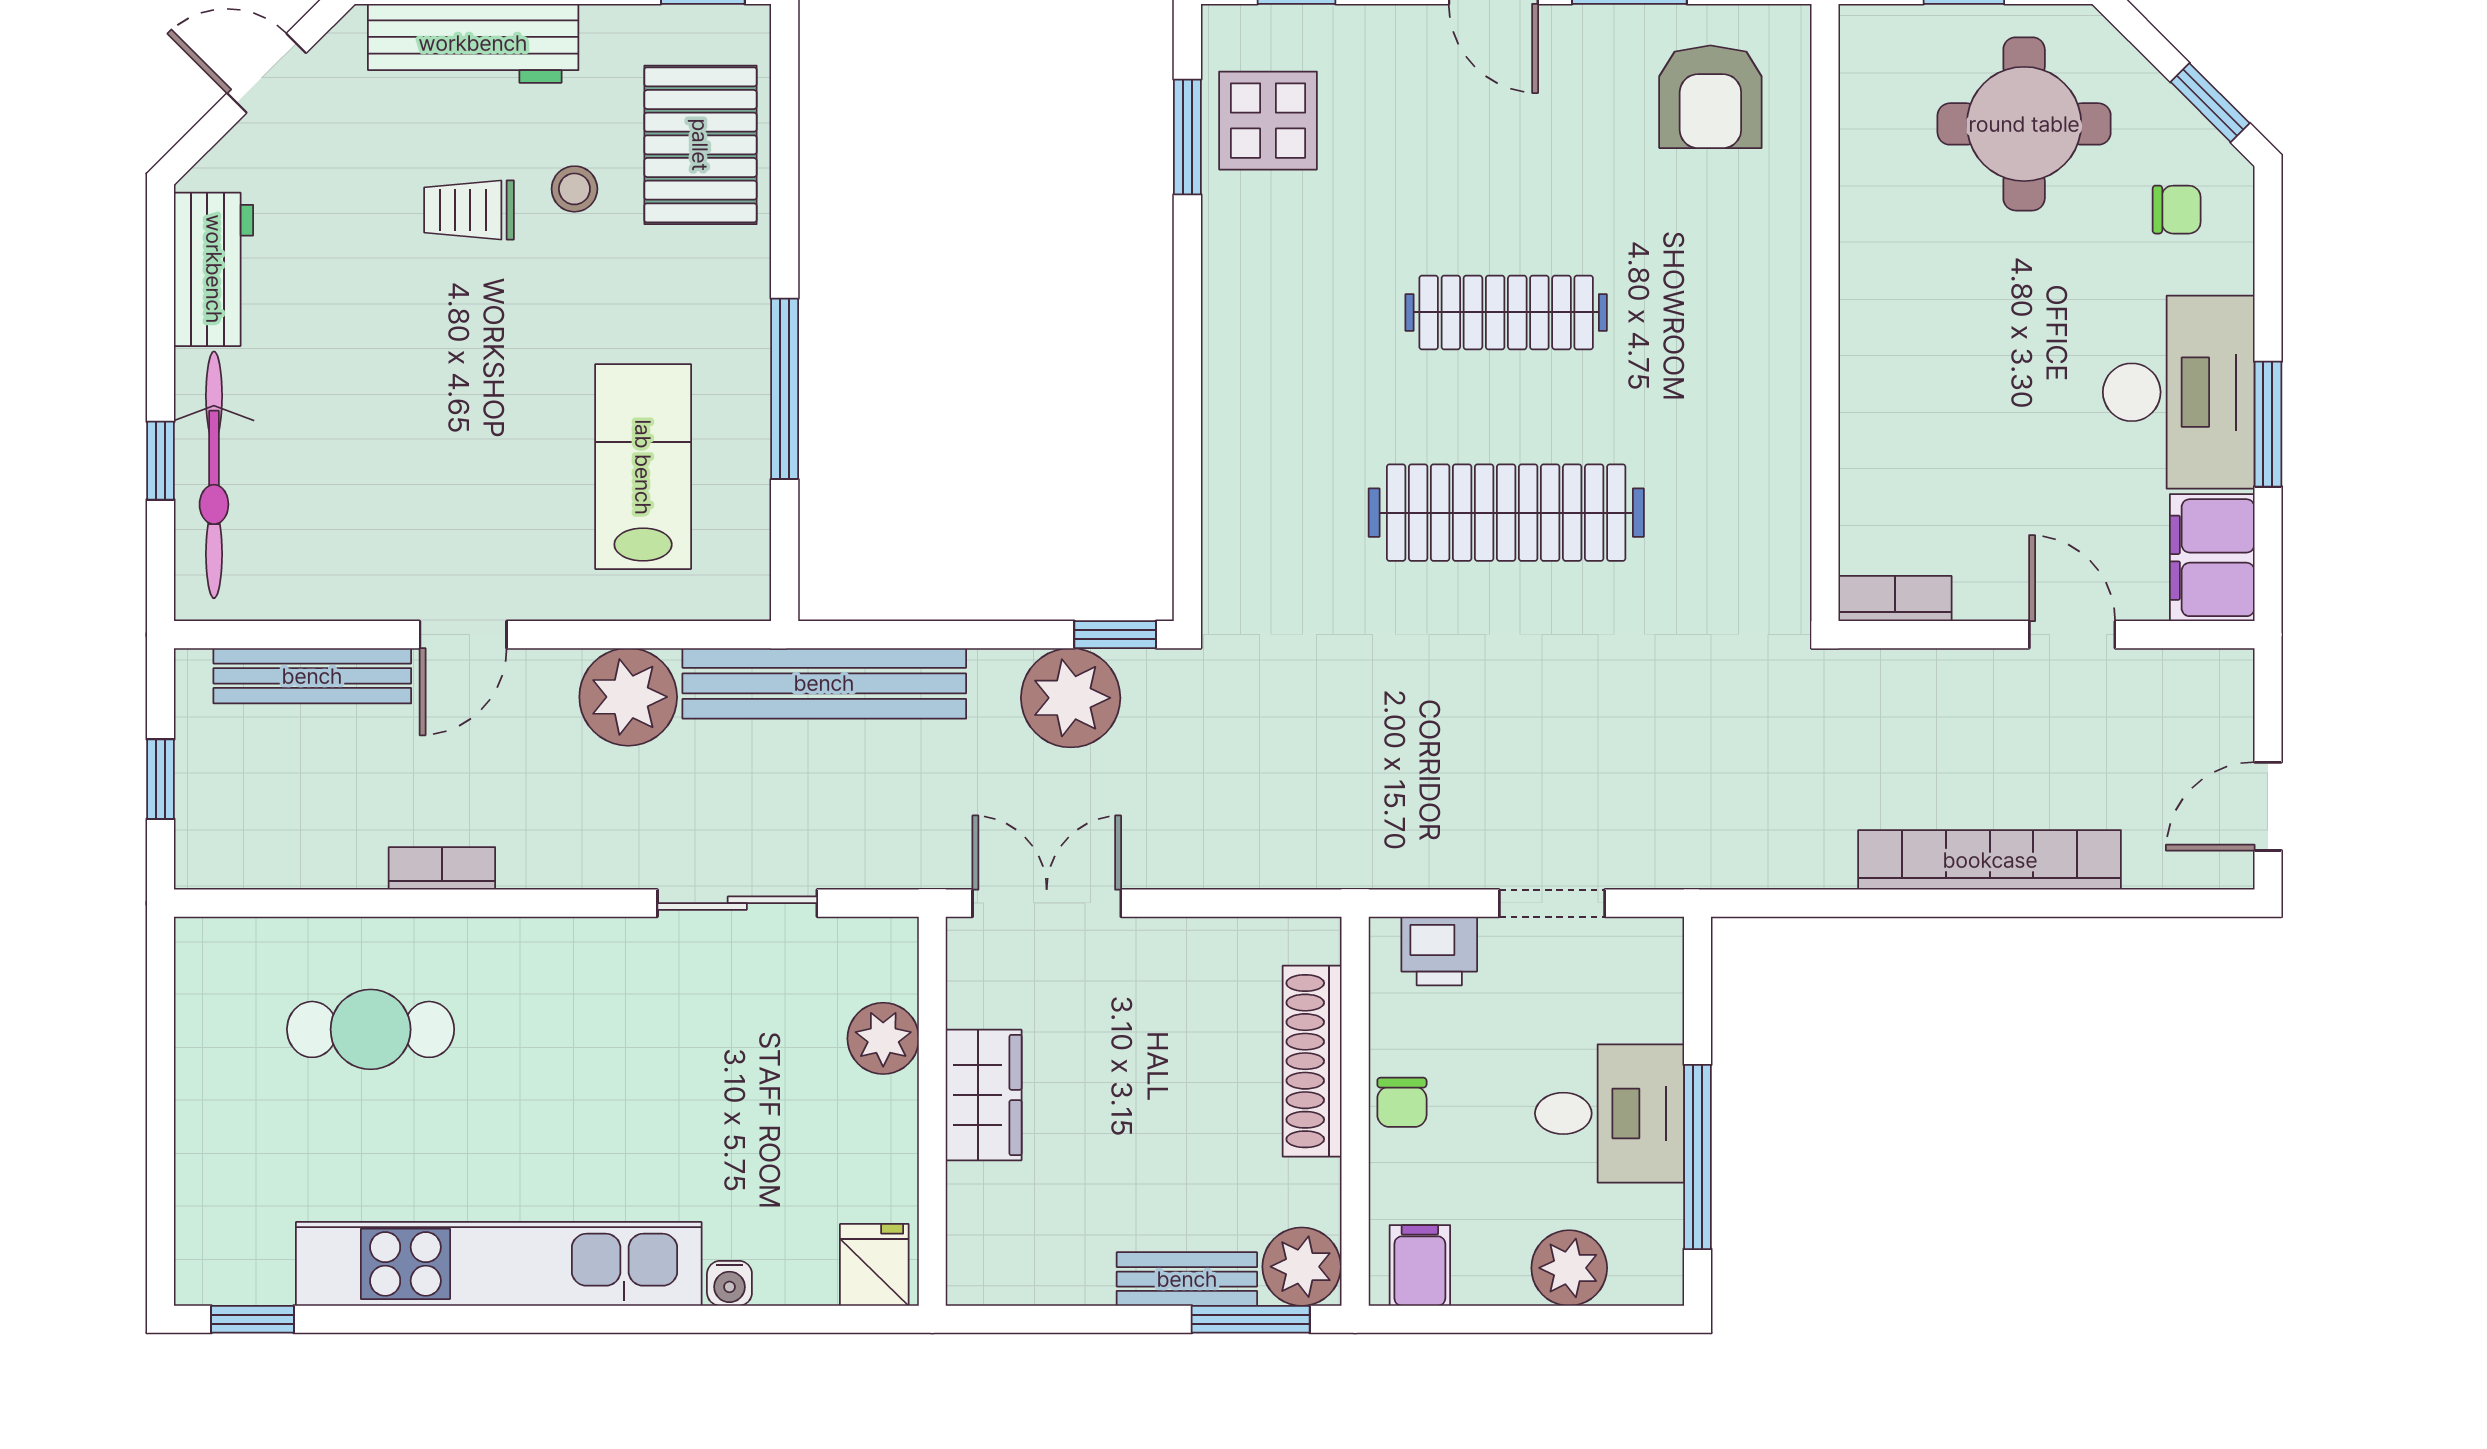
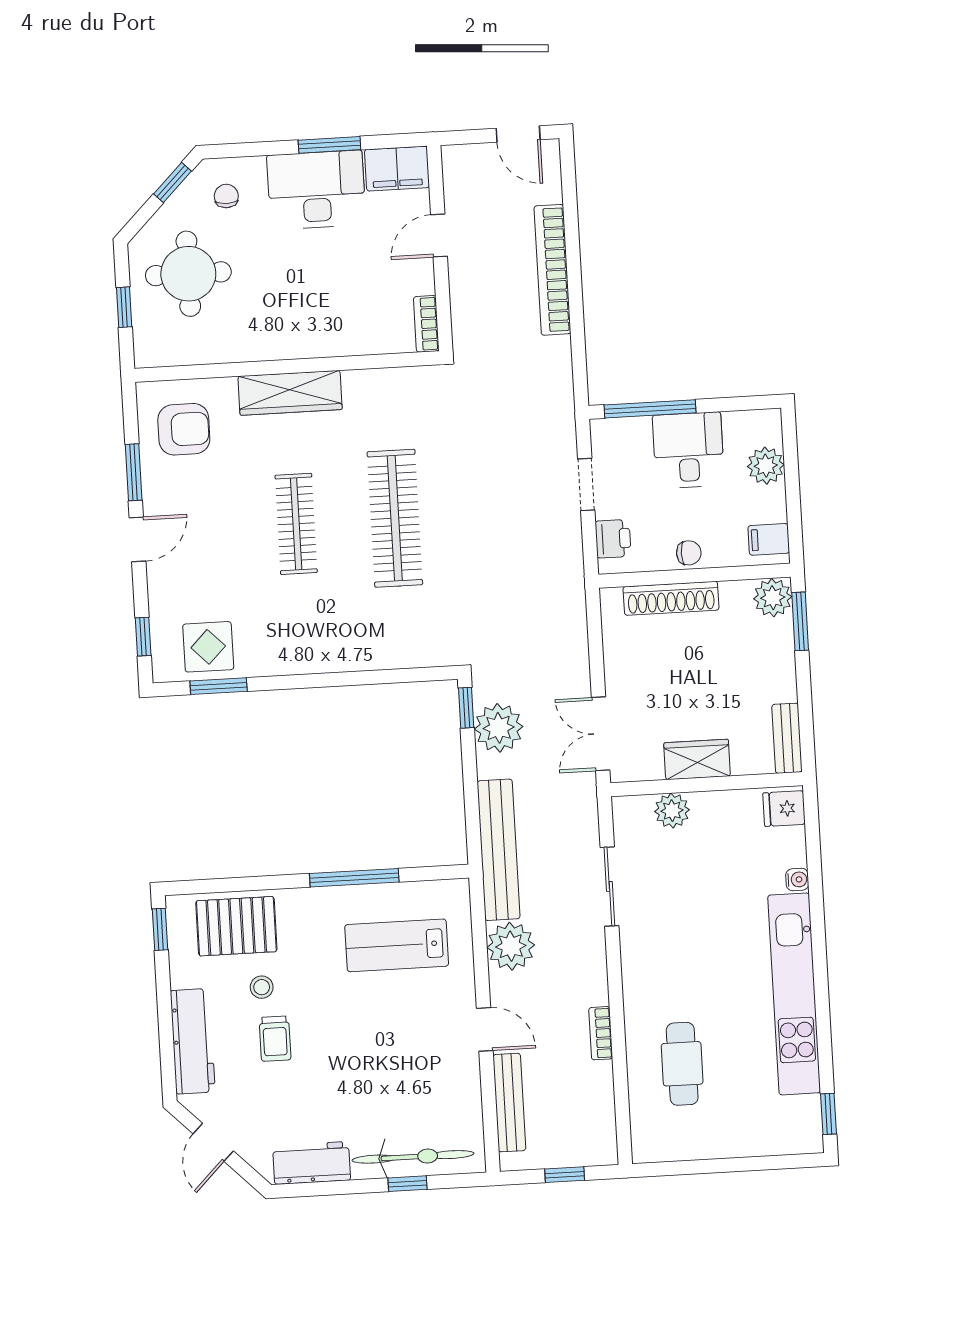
wardrobe: (1772, 315) -> (290, 393), added
window: (1697, 1157) -> (650, 409), moved
bench: (1187, 1279) -> (787, 738), moved

